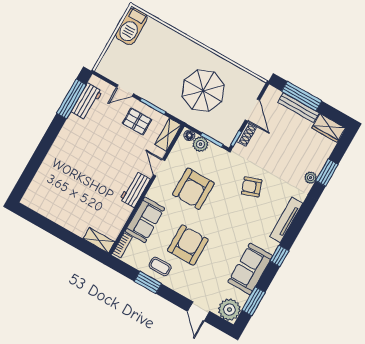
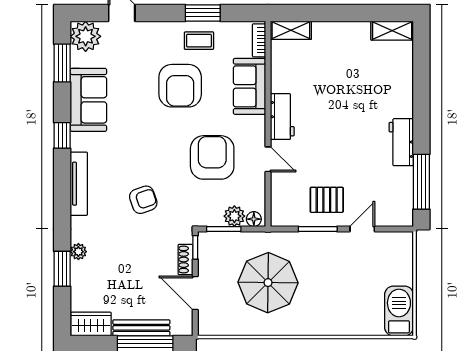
workbench: (87, 101) -> (401, 142), moved
shelving: (168, 135) -> (392, 31), moved, turned 90

